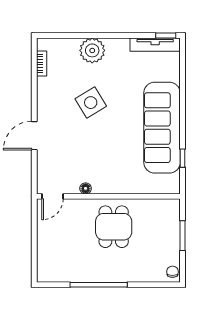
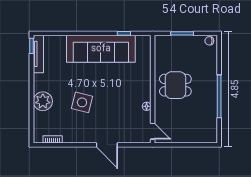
side table: (91, 103) -> (82, 102), turned 45

